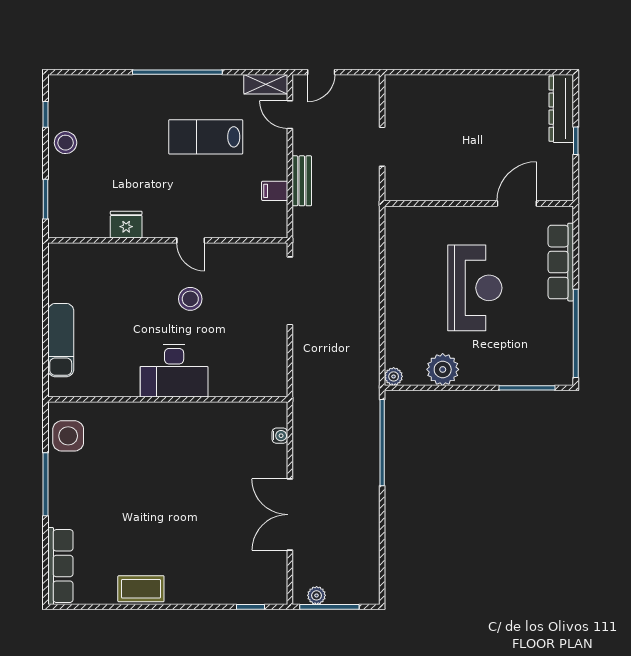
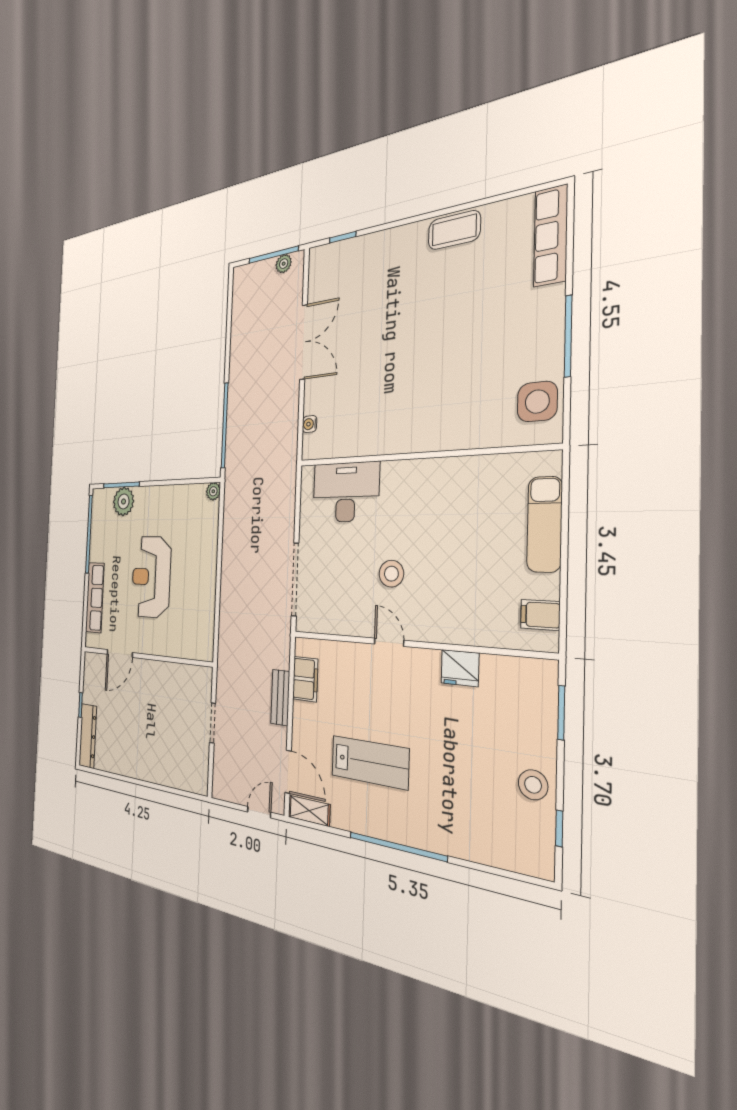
door: (290, 115) -> (288, 772), width x1.38
filing cabinet: (275, 191) -> (305, 679), width x2.00
filing cabinet: (63, 271) -> (540, 615), added
plant: (443, 369) -> (124, 501), moved
desk: (174, 371) -> (346, 492), moved

